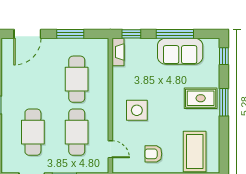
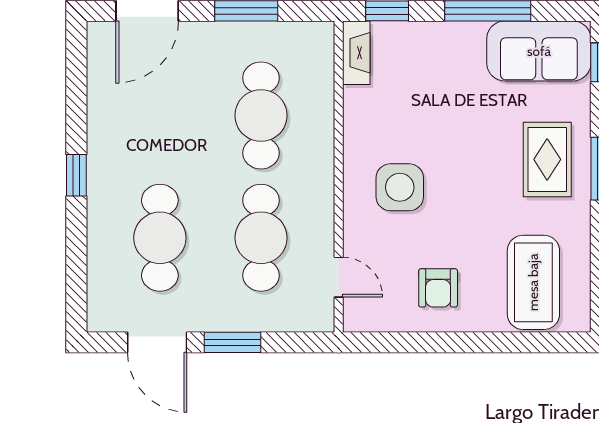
sofa: (180, 51) -> (539, 51), moved
rug: (201, 98) -> (547, 159), turned 90
armchair: (153, 154) -> (438, 288), turned -90

